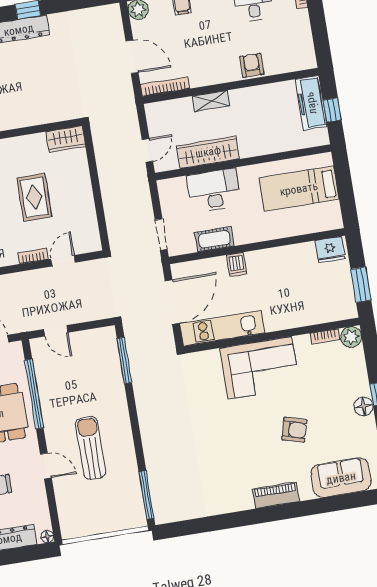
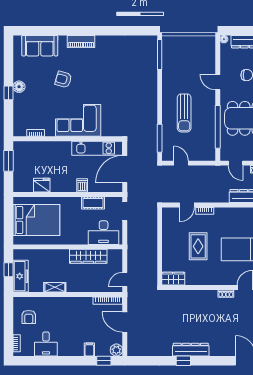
armchair: (252, 65) -> (29, 317), moved
shelving: (211, 101) -> (55, 287), moved
door: (147, 150) -> (125, 279), moved
bed: (299, 189) -> (36, 220), width x1.50
desk: (214, 191) -> (104, 233), moved
fridge: (330, 250) -> (42, 185), moved
door: (56, 331) -> (181, 163), moved
plant: (351, 337) -> (20, 130), removed
sun lounger: (91, 448) -> (184, 113), moved

